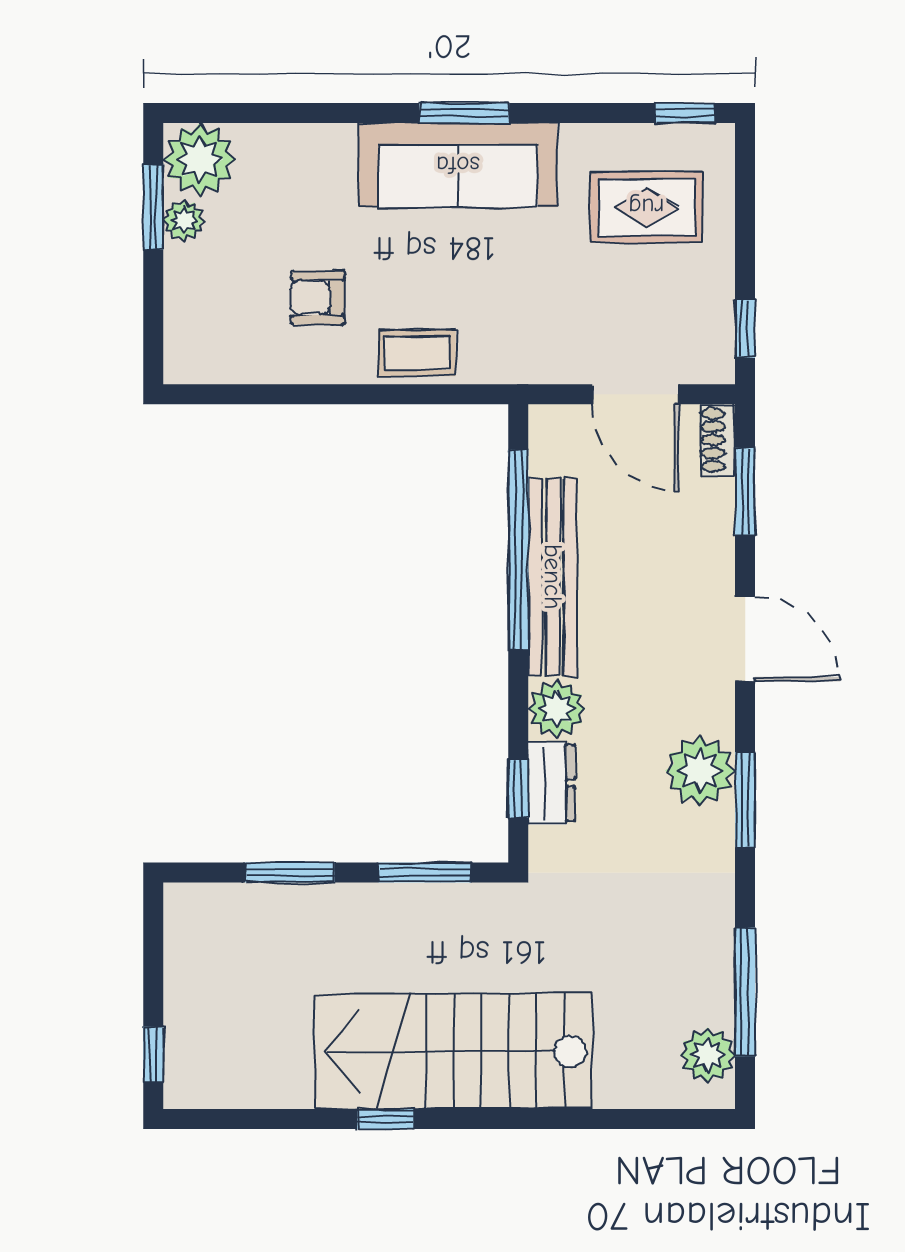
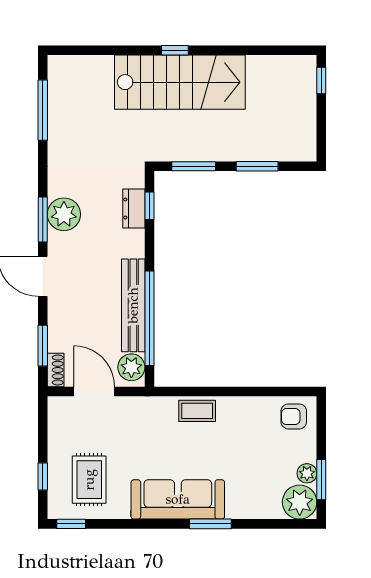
window: (464, 113) -> (210, 524), moved
rug: (646, 207) -> (89, 480), turned 90
armchair: (318, 298) -> (294, 416), moved, turned 180
window: (745, 329) -> (43, 477), moved
plant: (557, 709) -> (131, 367), moved
window: (745, 800) -> (43, 220), moved
plant: (708, 1055) -> (60, 80), removed
window: (386, 1119) -> (175, 50), moved

